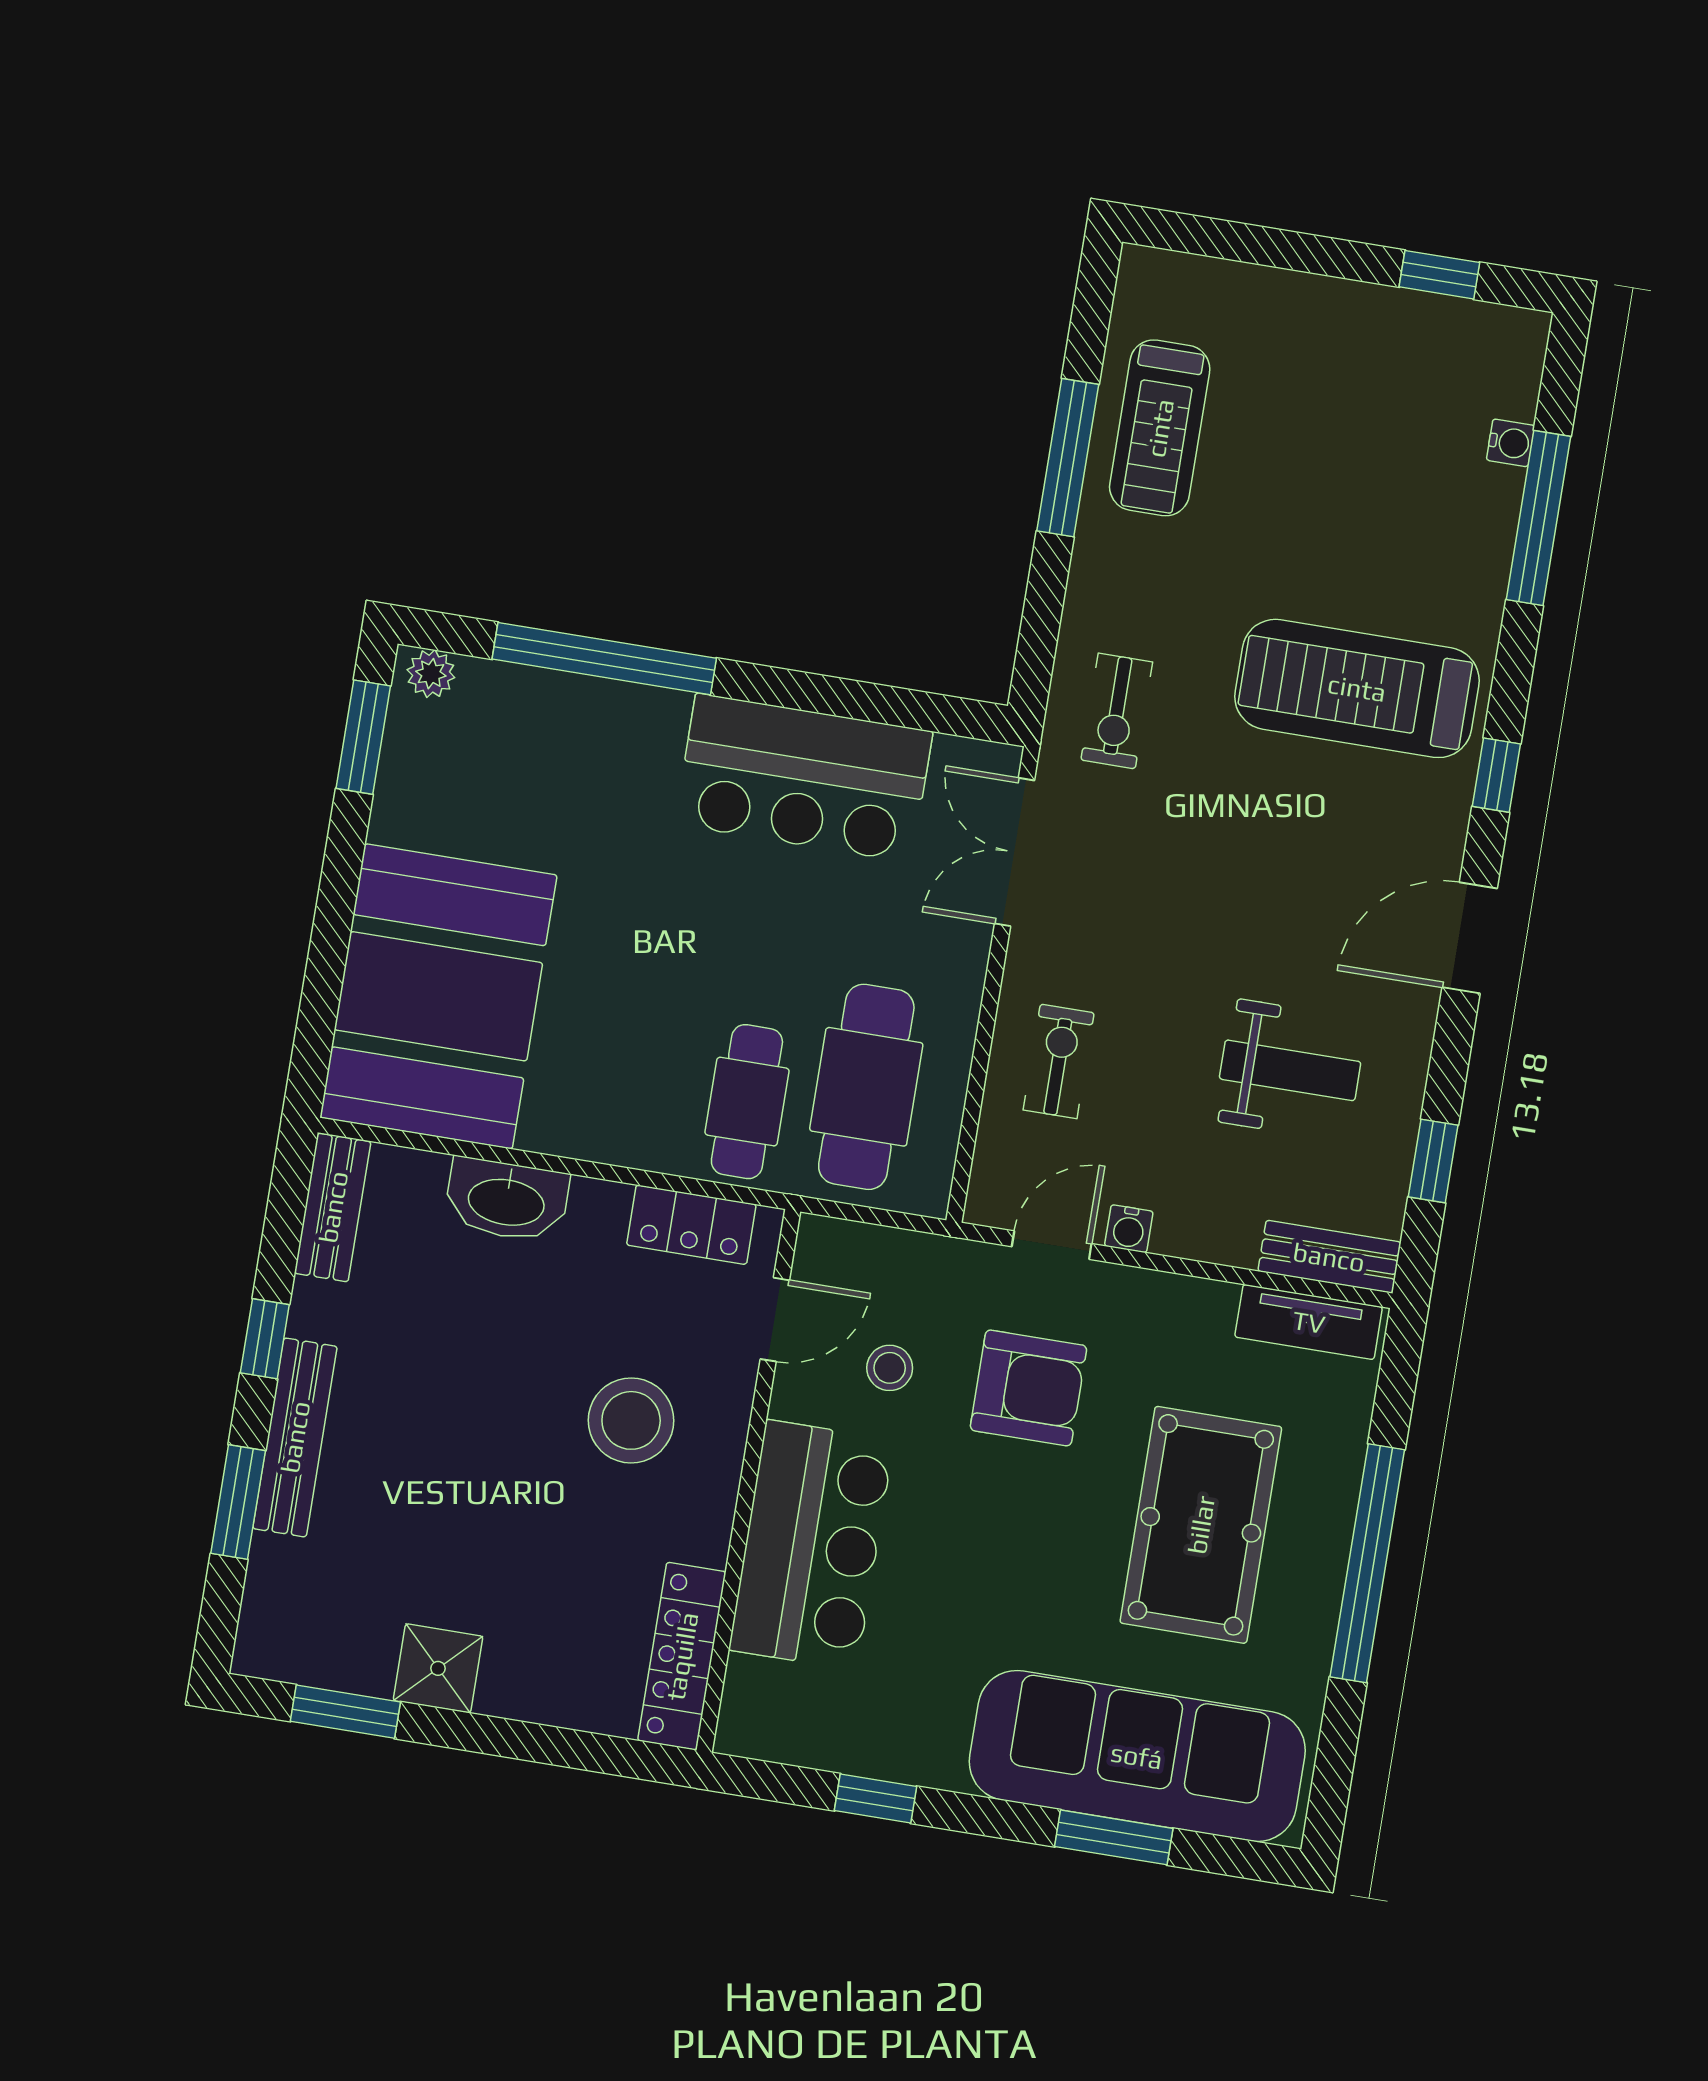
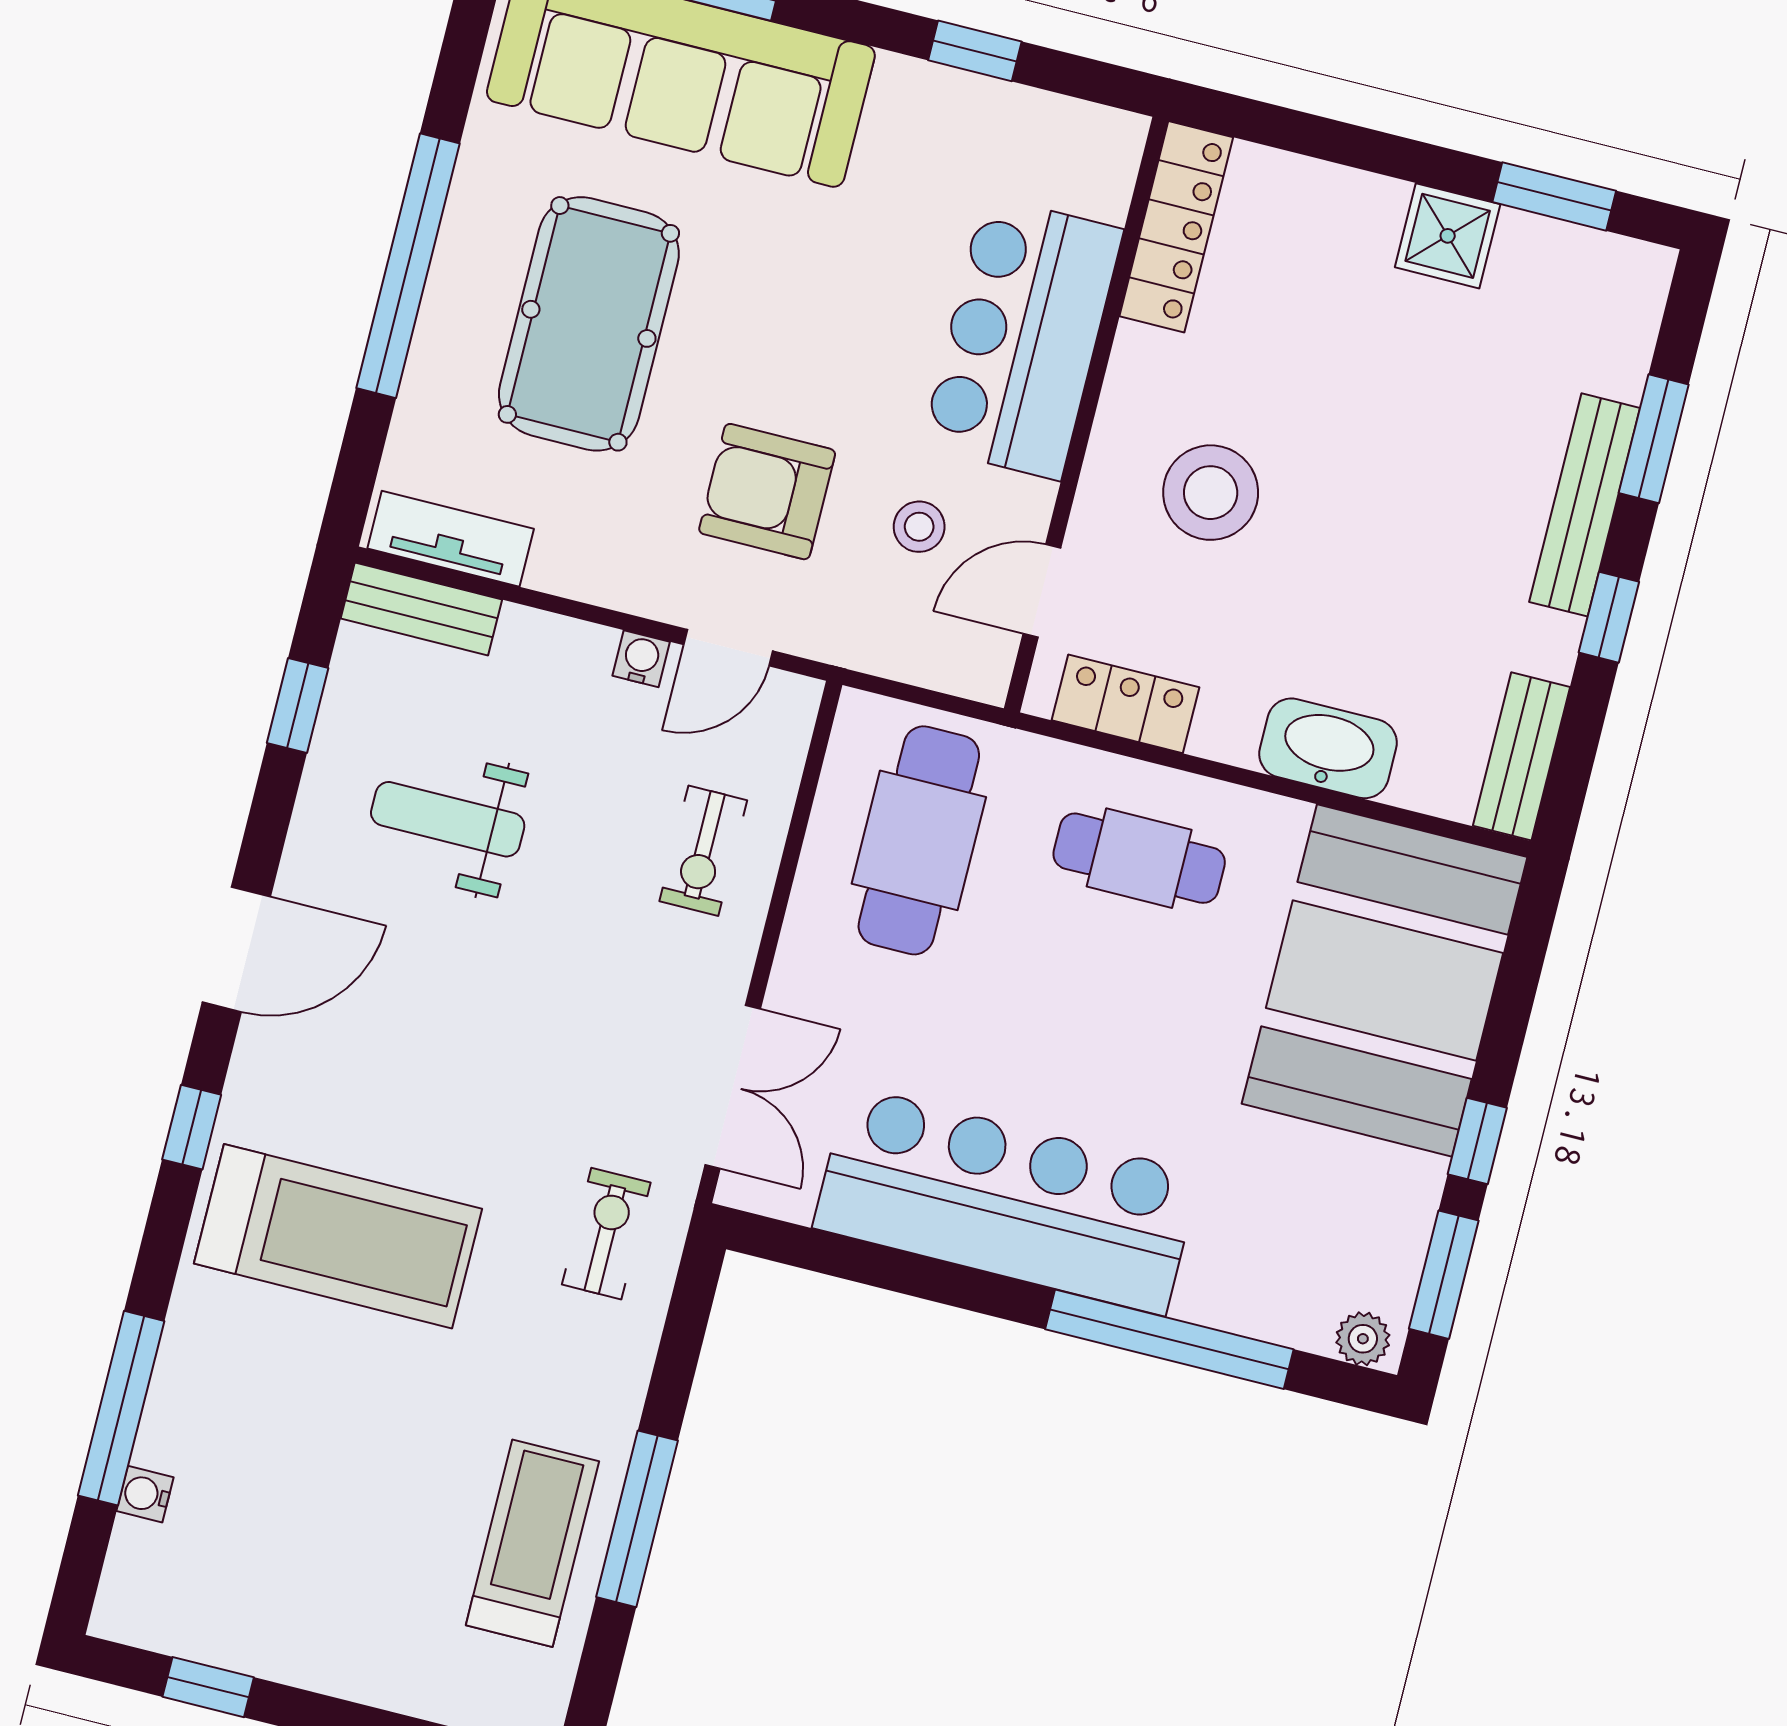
bar counter: (804, 778) -> (1007, 1201), width x1.36
window: (343, 859) -> (1477, 1141), added
cafe table: (747, 1102) -> (1139, 858), moved, turned 90

